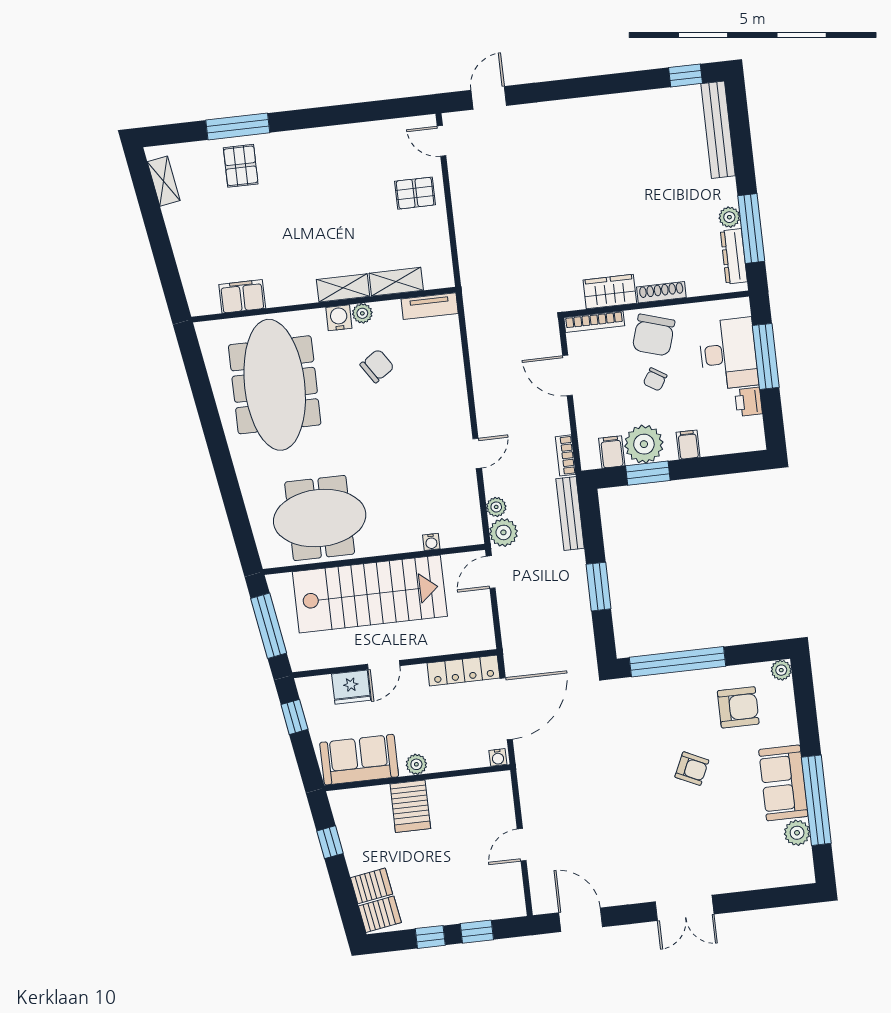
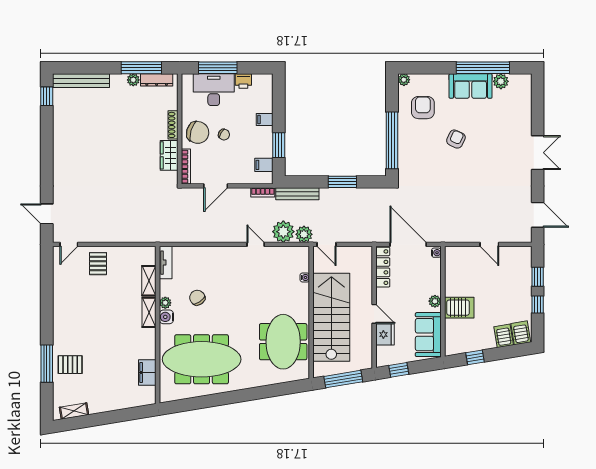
plant: (644, 444) -> (261, 145), removed
plant: (496, 507) -> (283, 232), width x1.88, depth x1.88
door: (581, 920) -> (538, 215), swing flipped

